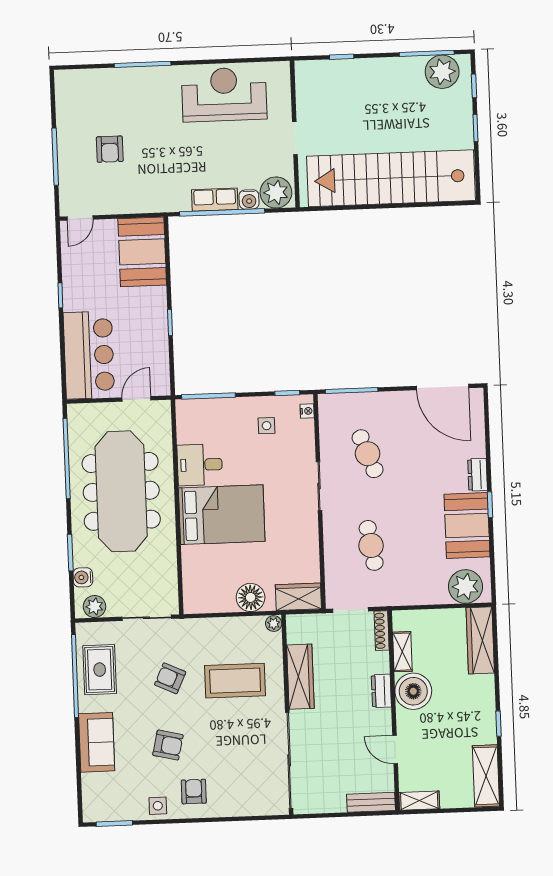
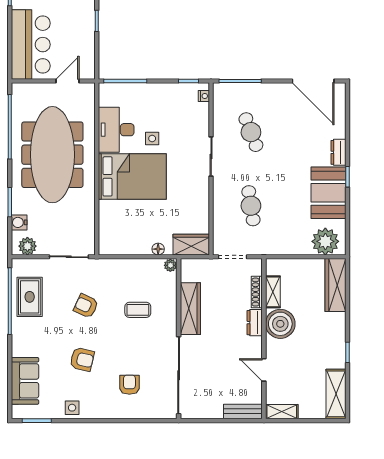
side table: (267, 426) -> (152, 138), moved
desk: (200, 465) -> (116, 130), width x1.37
floor lamp: (251, 597) -> (158, 249), width x0.53, depth x0.53
shoe rack: (382, 631) -> (257, 292), moved
coffee table: (235, 681) -> (138, 310), width x0.54, depth x0.58
sofa: (97, 742) -> (25, 381), moved
armchair: (194, 792) -> (129, 385), moved

